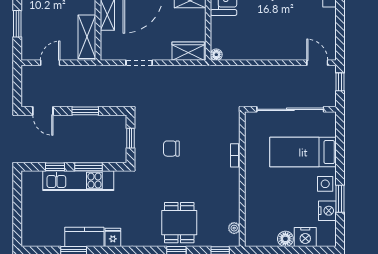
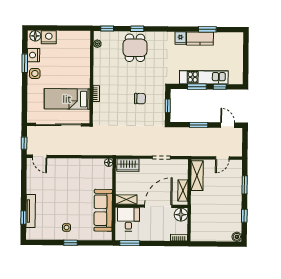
bed: (303, 152) -> (67, 99), moved, turned 180
floor lamp: (285, 239) -> (35, 36), moved

